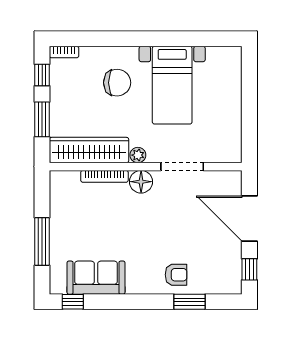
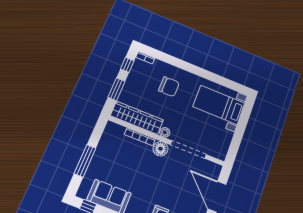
bed with nightstands: (172, 85) -> (219, 105), moved, turned 90
doorway: (182, 167) -> (188, 150), width x1.36

